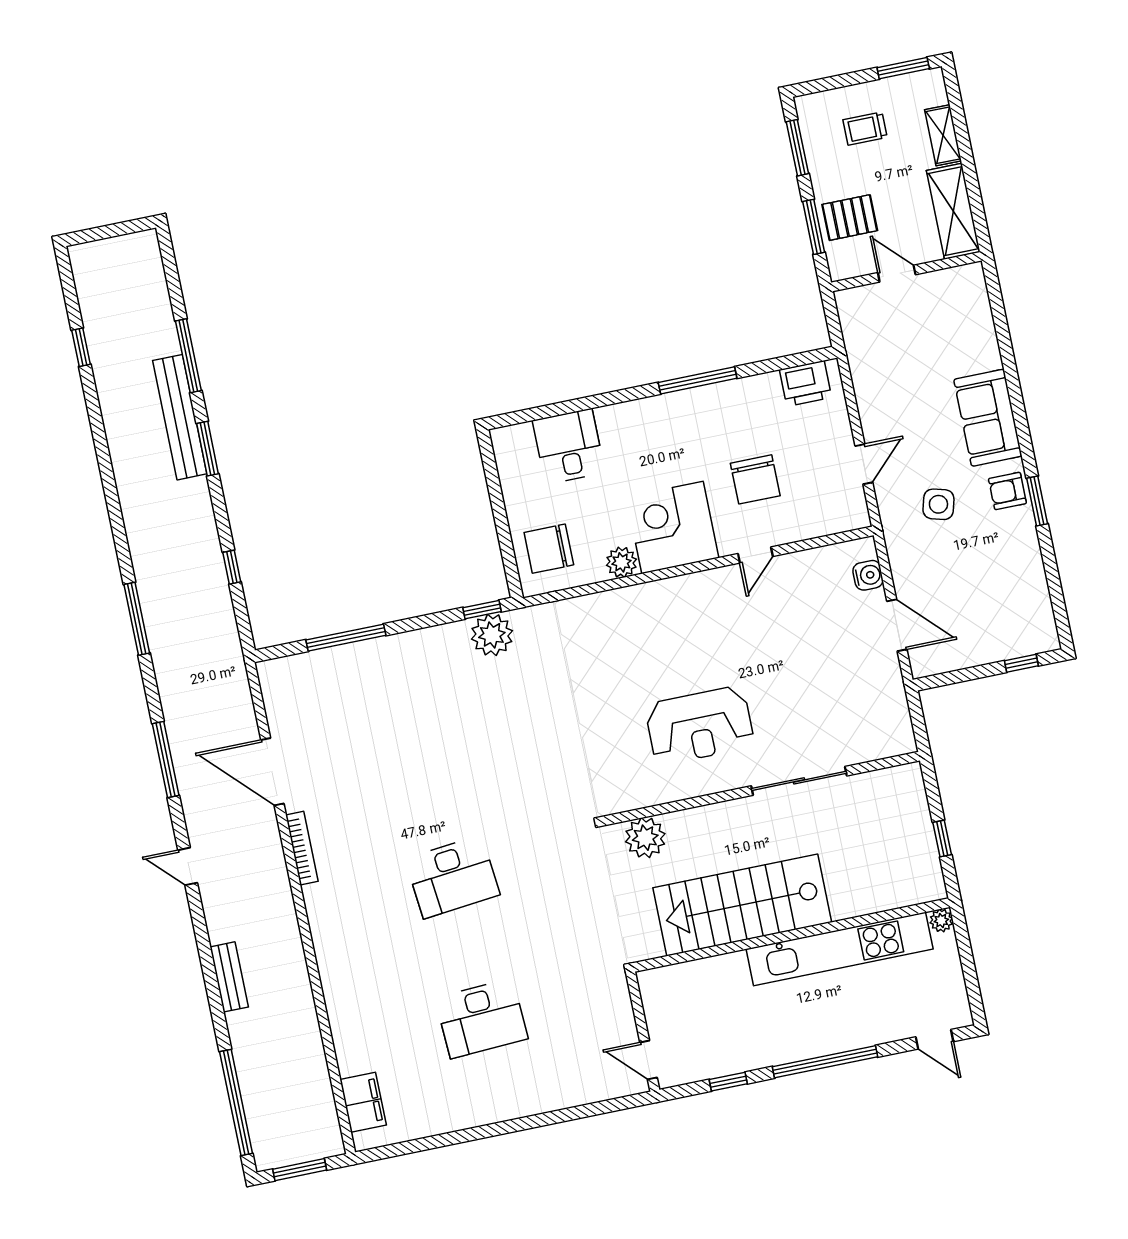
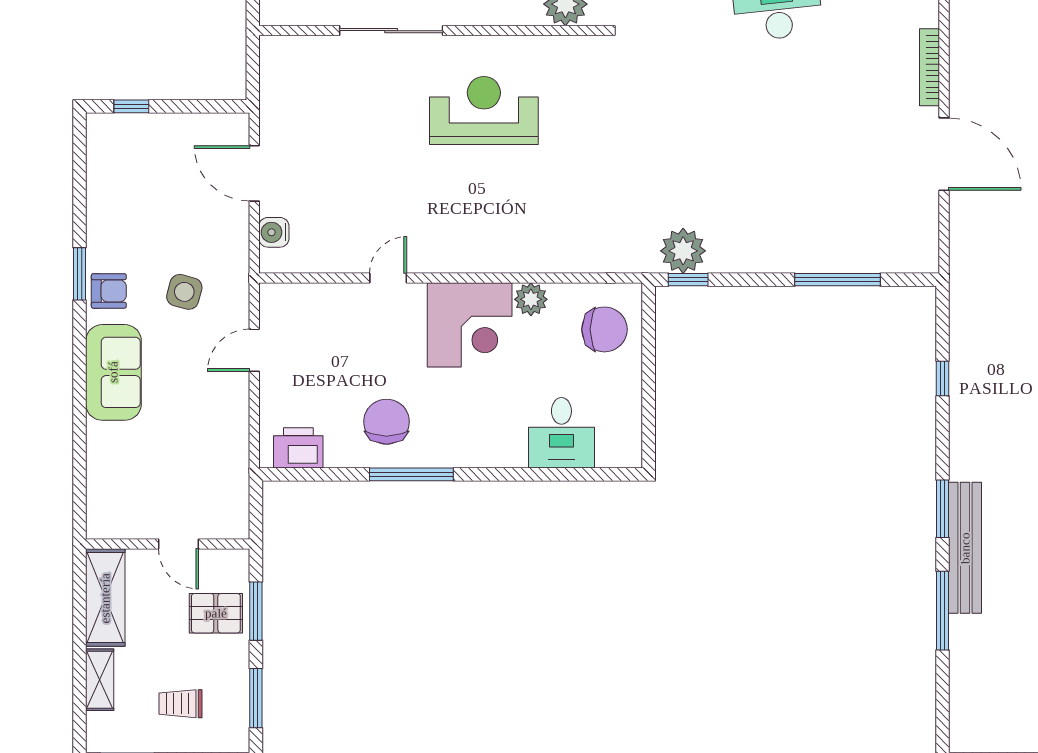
trolley: (865, 129) -> (180, 704), turned 180
chair: (755, 479) -> (387, 422), moved

